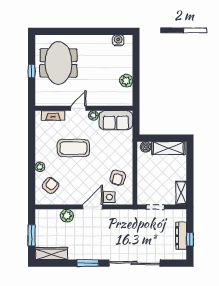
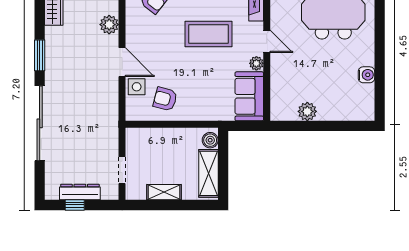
water cooler: (118, 40) -> (366, 75), moved
coffee table: (73, 148) -> (209, 34), turned 90
shelving: (181, 193) -> (164, 192), moved
doorway: (155, 207) -> (122, 170), moved

